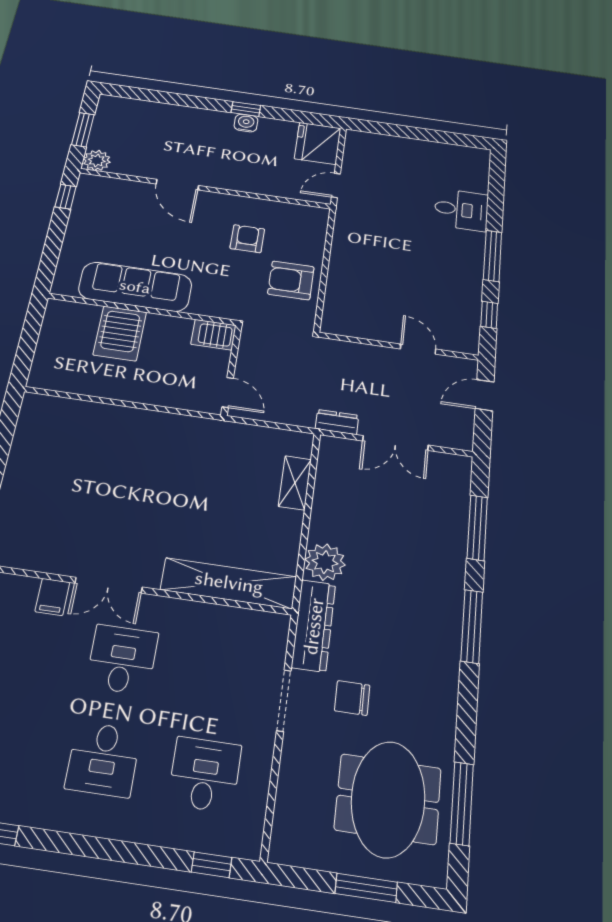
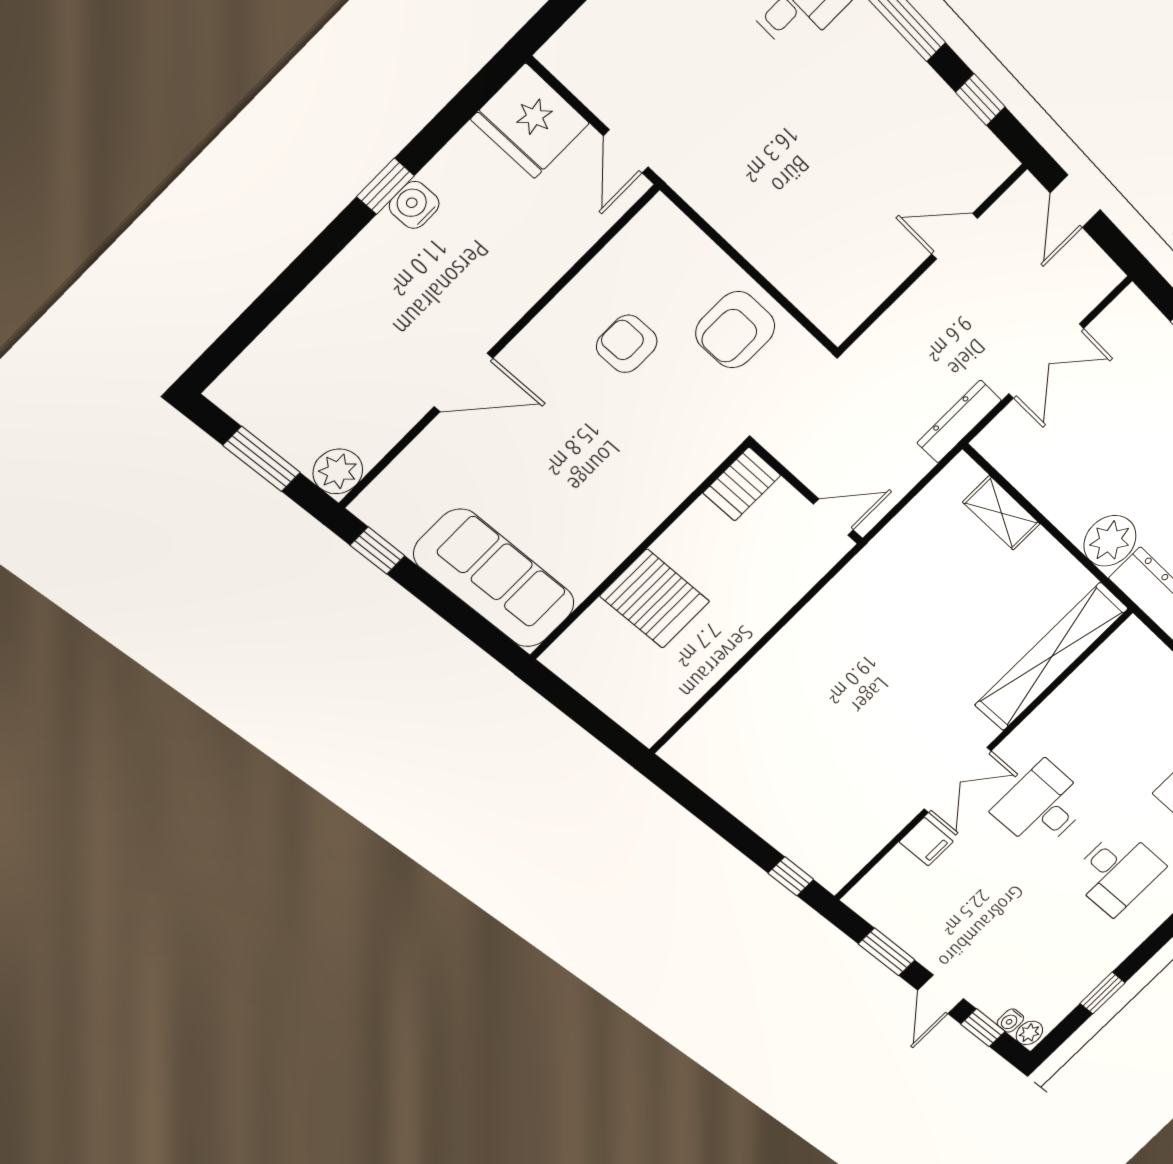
sofa: (135, 287) -> (495, 579), moved, turned 90
dresser: (337, 422) -> (959, 422), width x1.44

